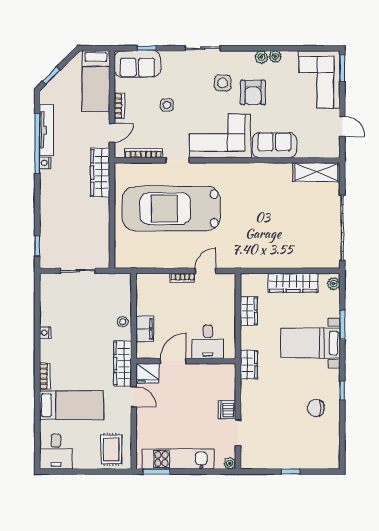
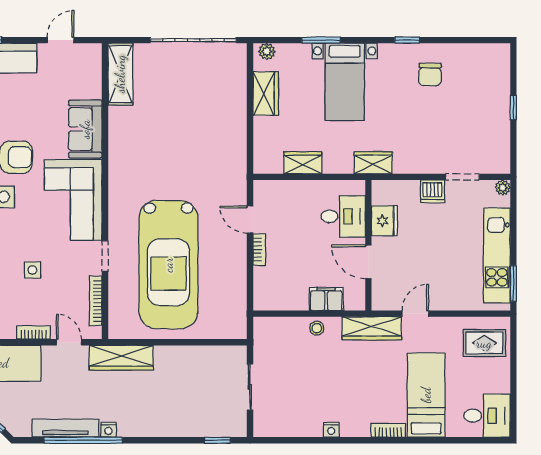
wardrobe: (293, 283) -> (266, 94), width x0.67
fridge: (147, 373) -> (384, 221), moved

